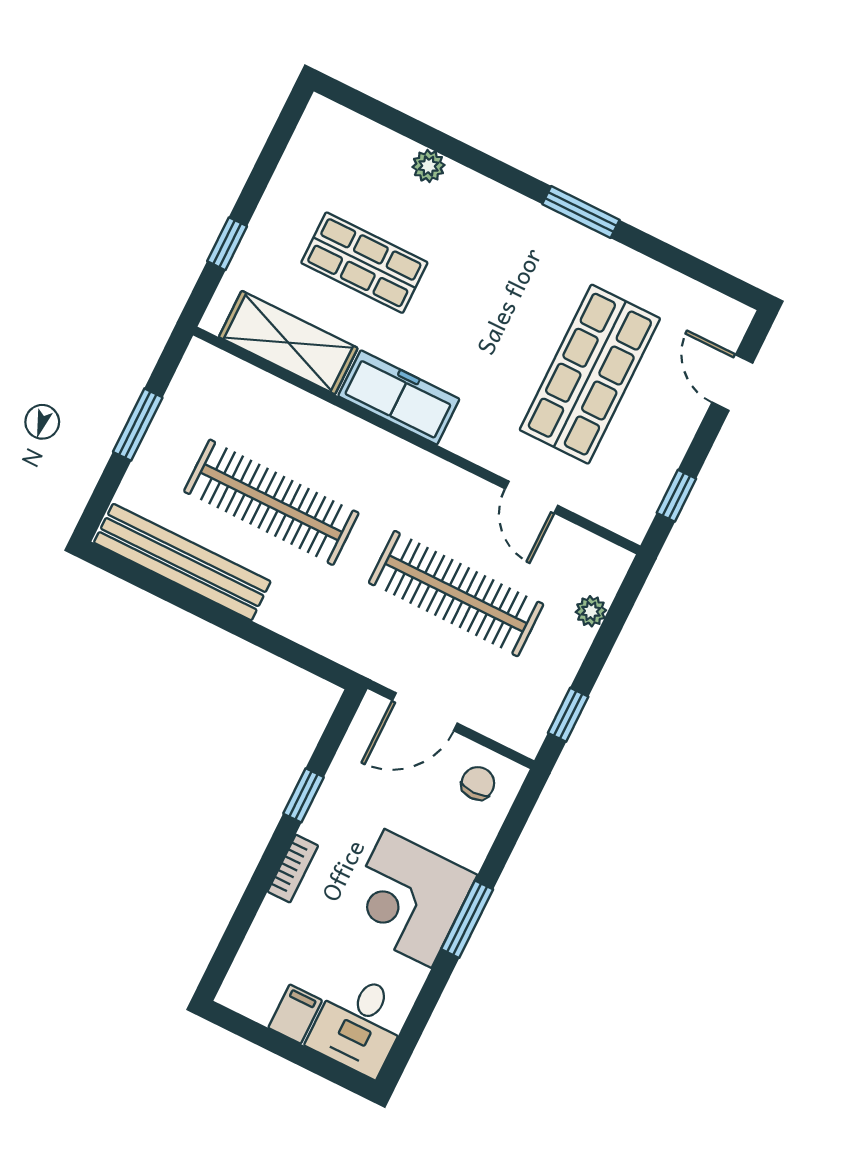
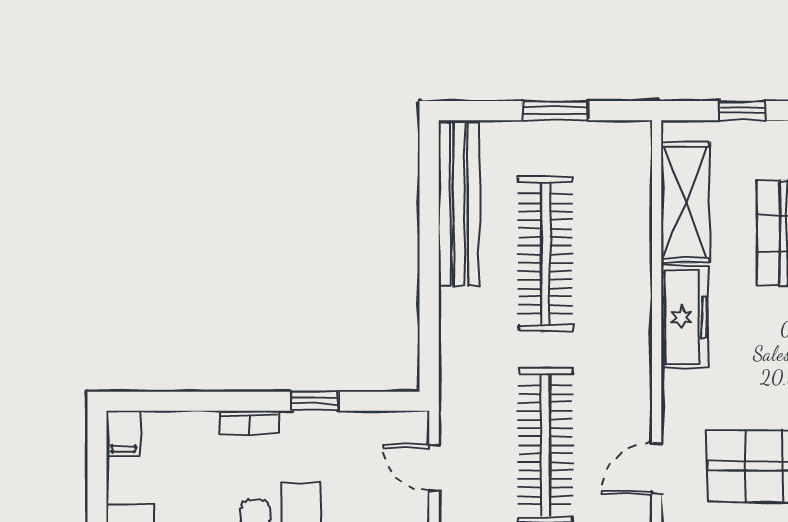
door: (425, 712) -> (434, 468), width x0.73
filing cabinet: (295, 1014) -> (123, 433), moved, turned 90

